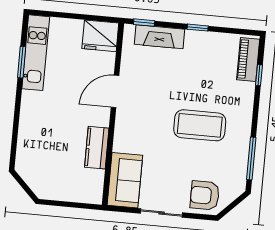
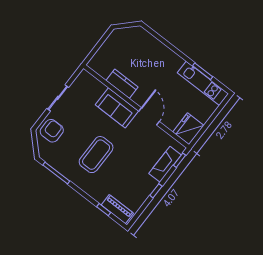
sofa: (125, 180) -> (117, 108), moved

